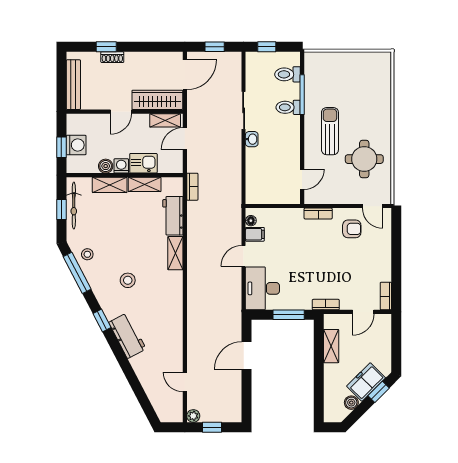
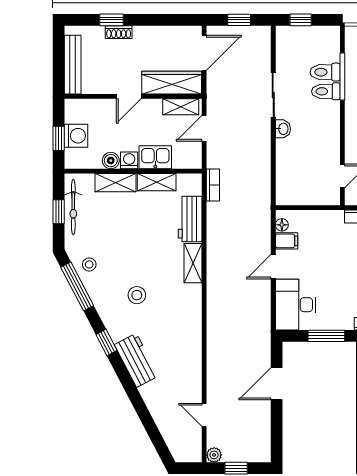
toilet: (288, 74) -> (325, 72), moved

